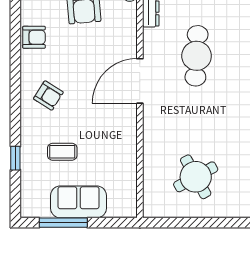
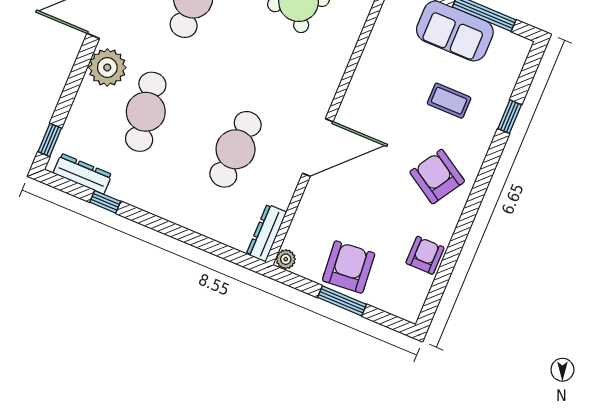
armchair: (34, 37) -> (425, 255), turned 90
armchair: (48, 95) -> (437, 177), width x1.38, depth x1.38

